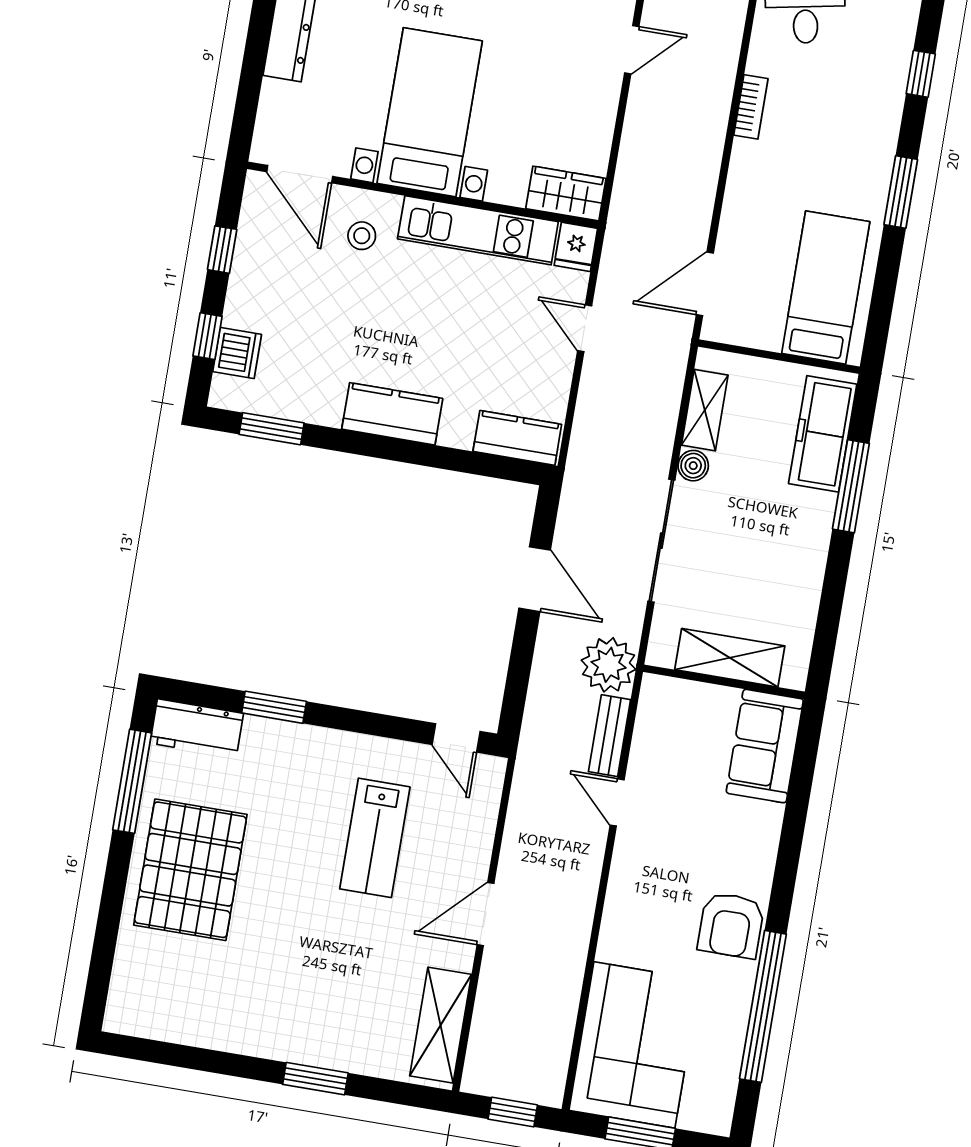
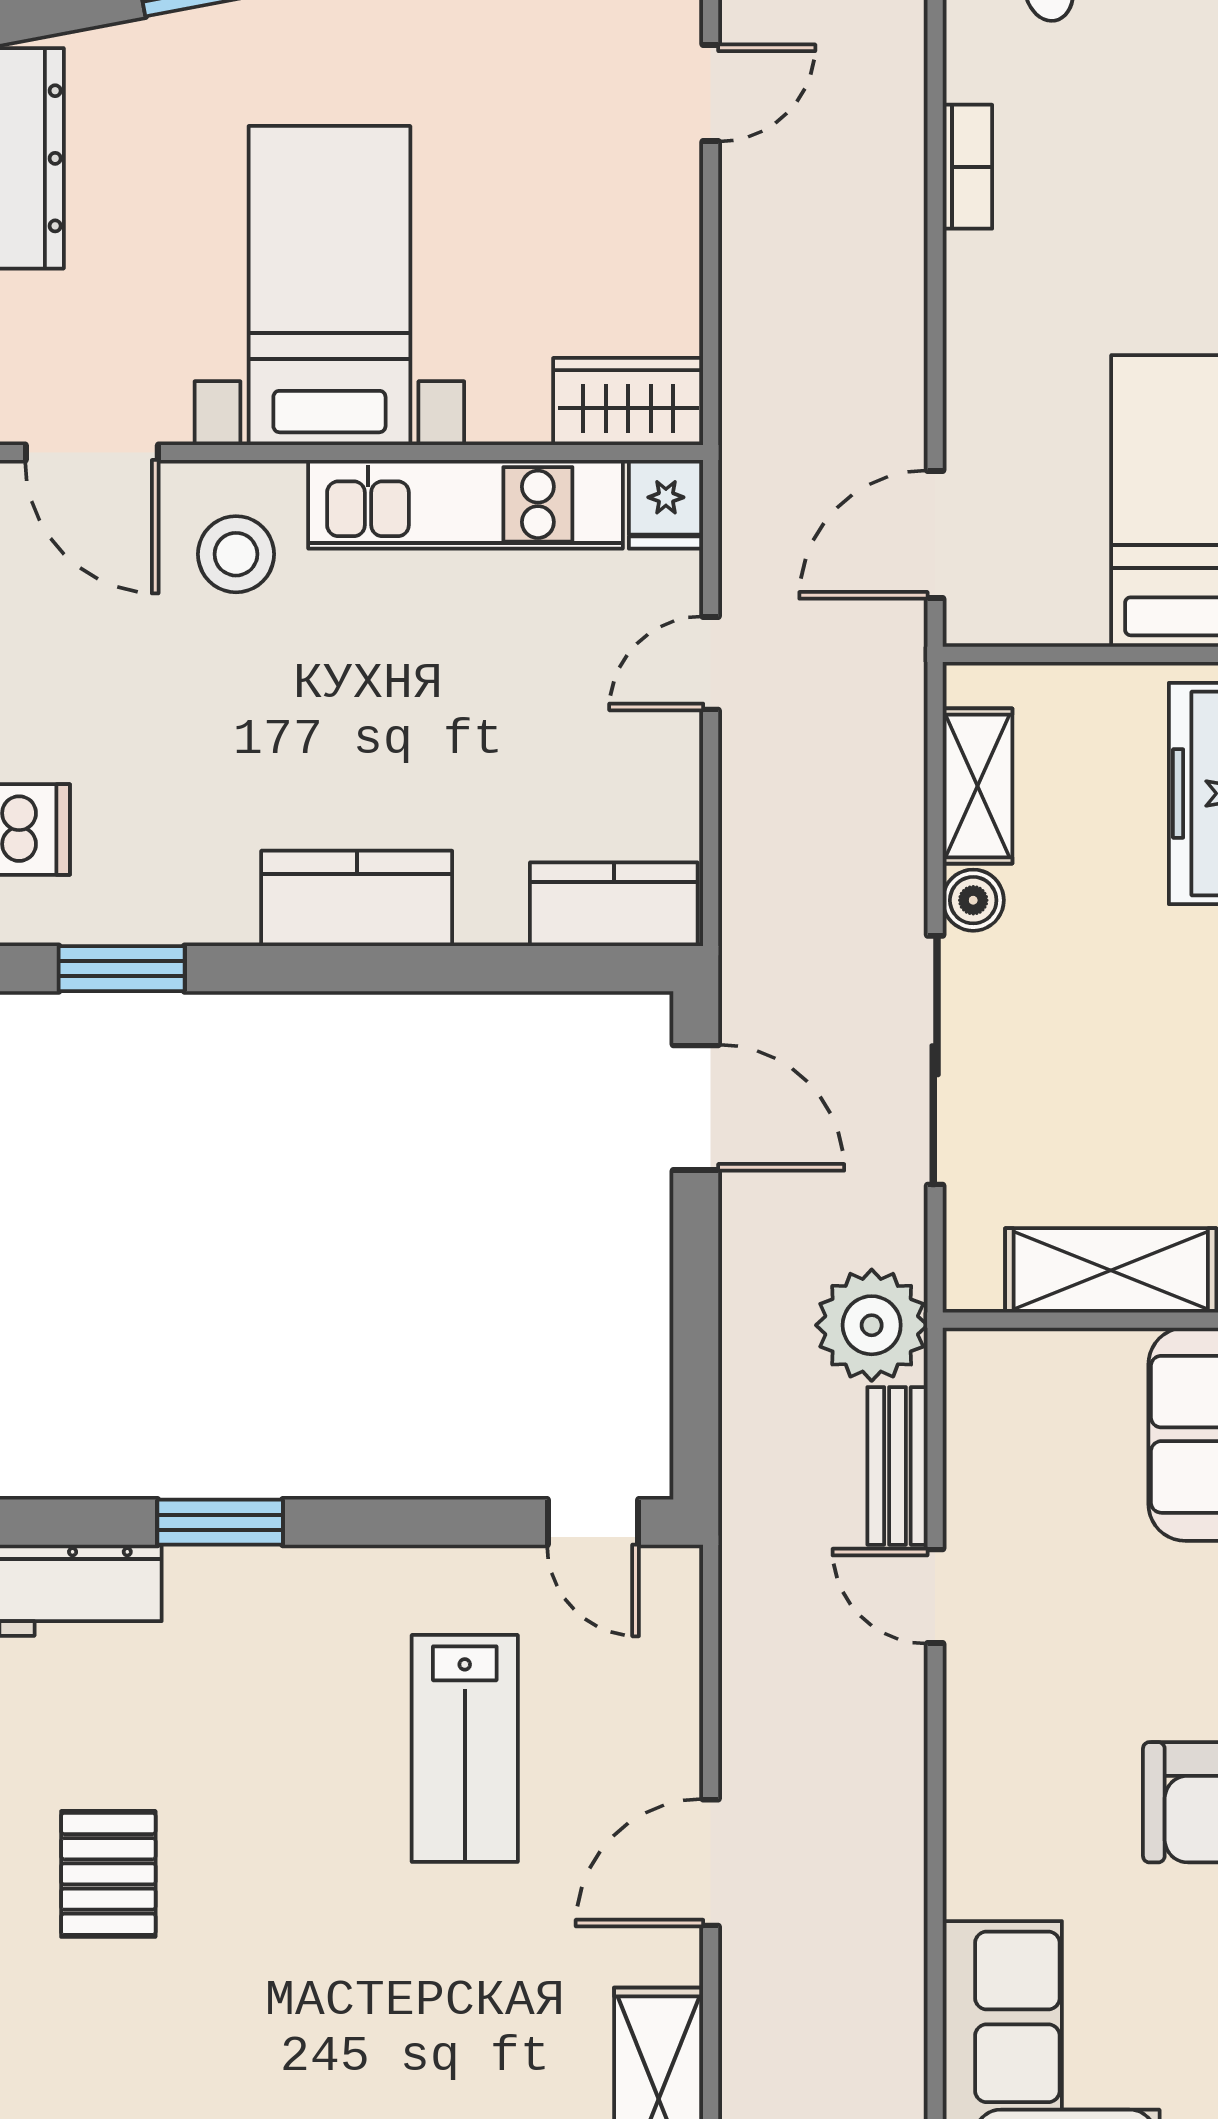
stool: (362, 236) -> (236, 554), width x1.37, depth x1.37
door: (585, 328) -> (711, 663), hinge flipped
door: (535, 579) -> (696, 1108), moved
pallet: (190, 870) -> (108, 1874), width x0.49, depth x0.50

